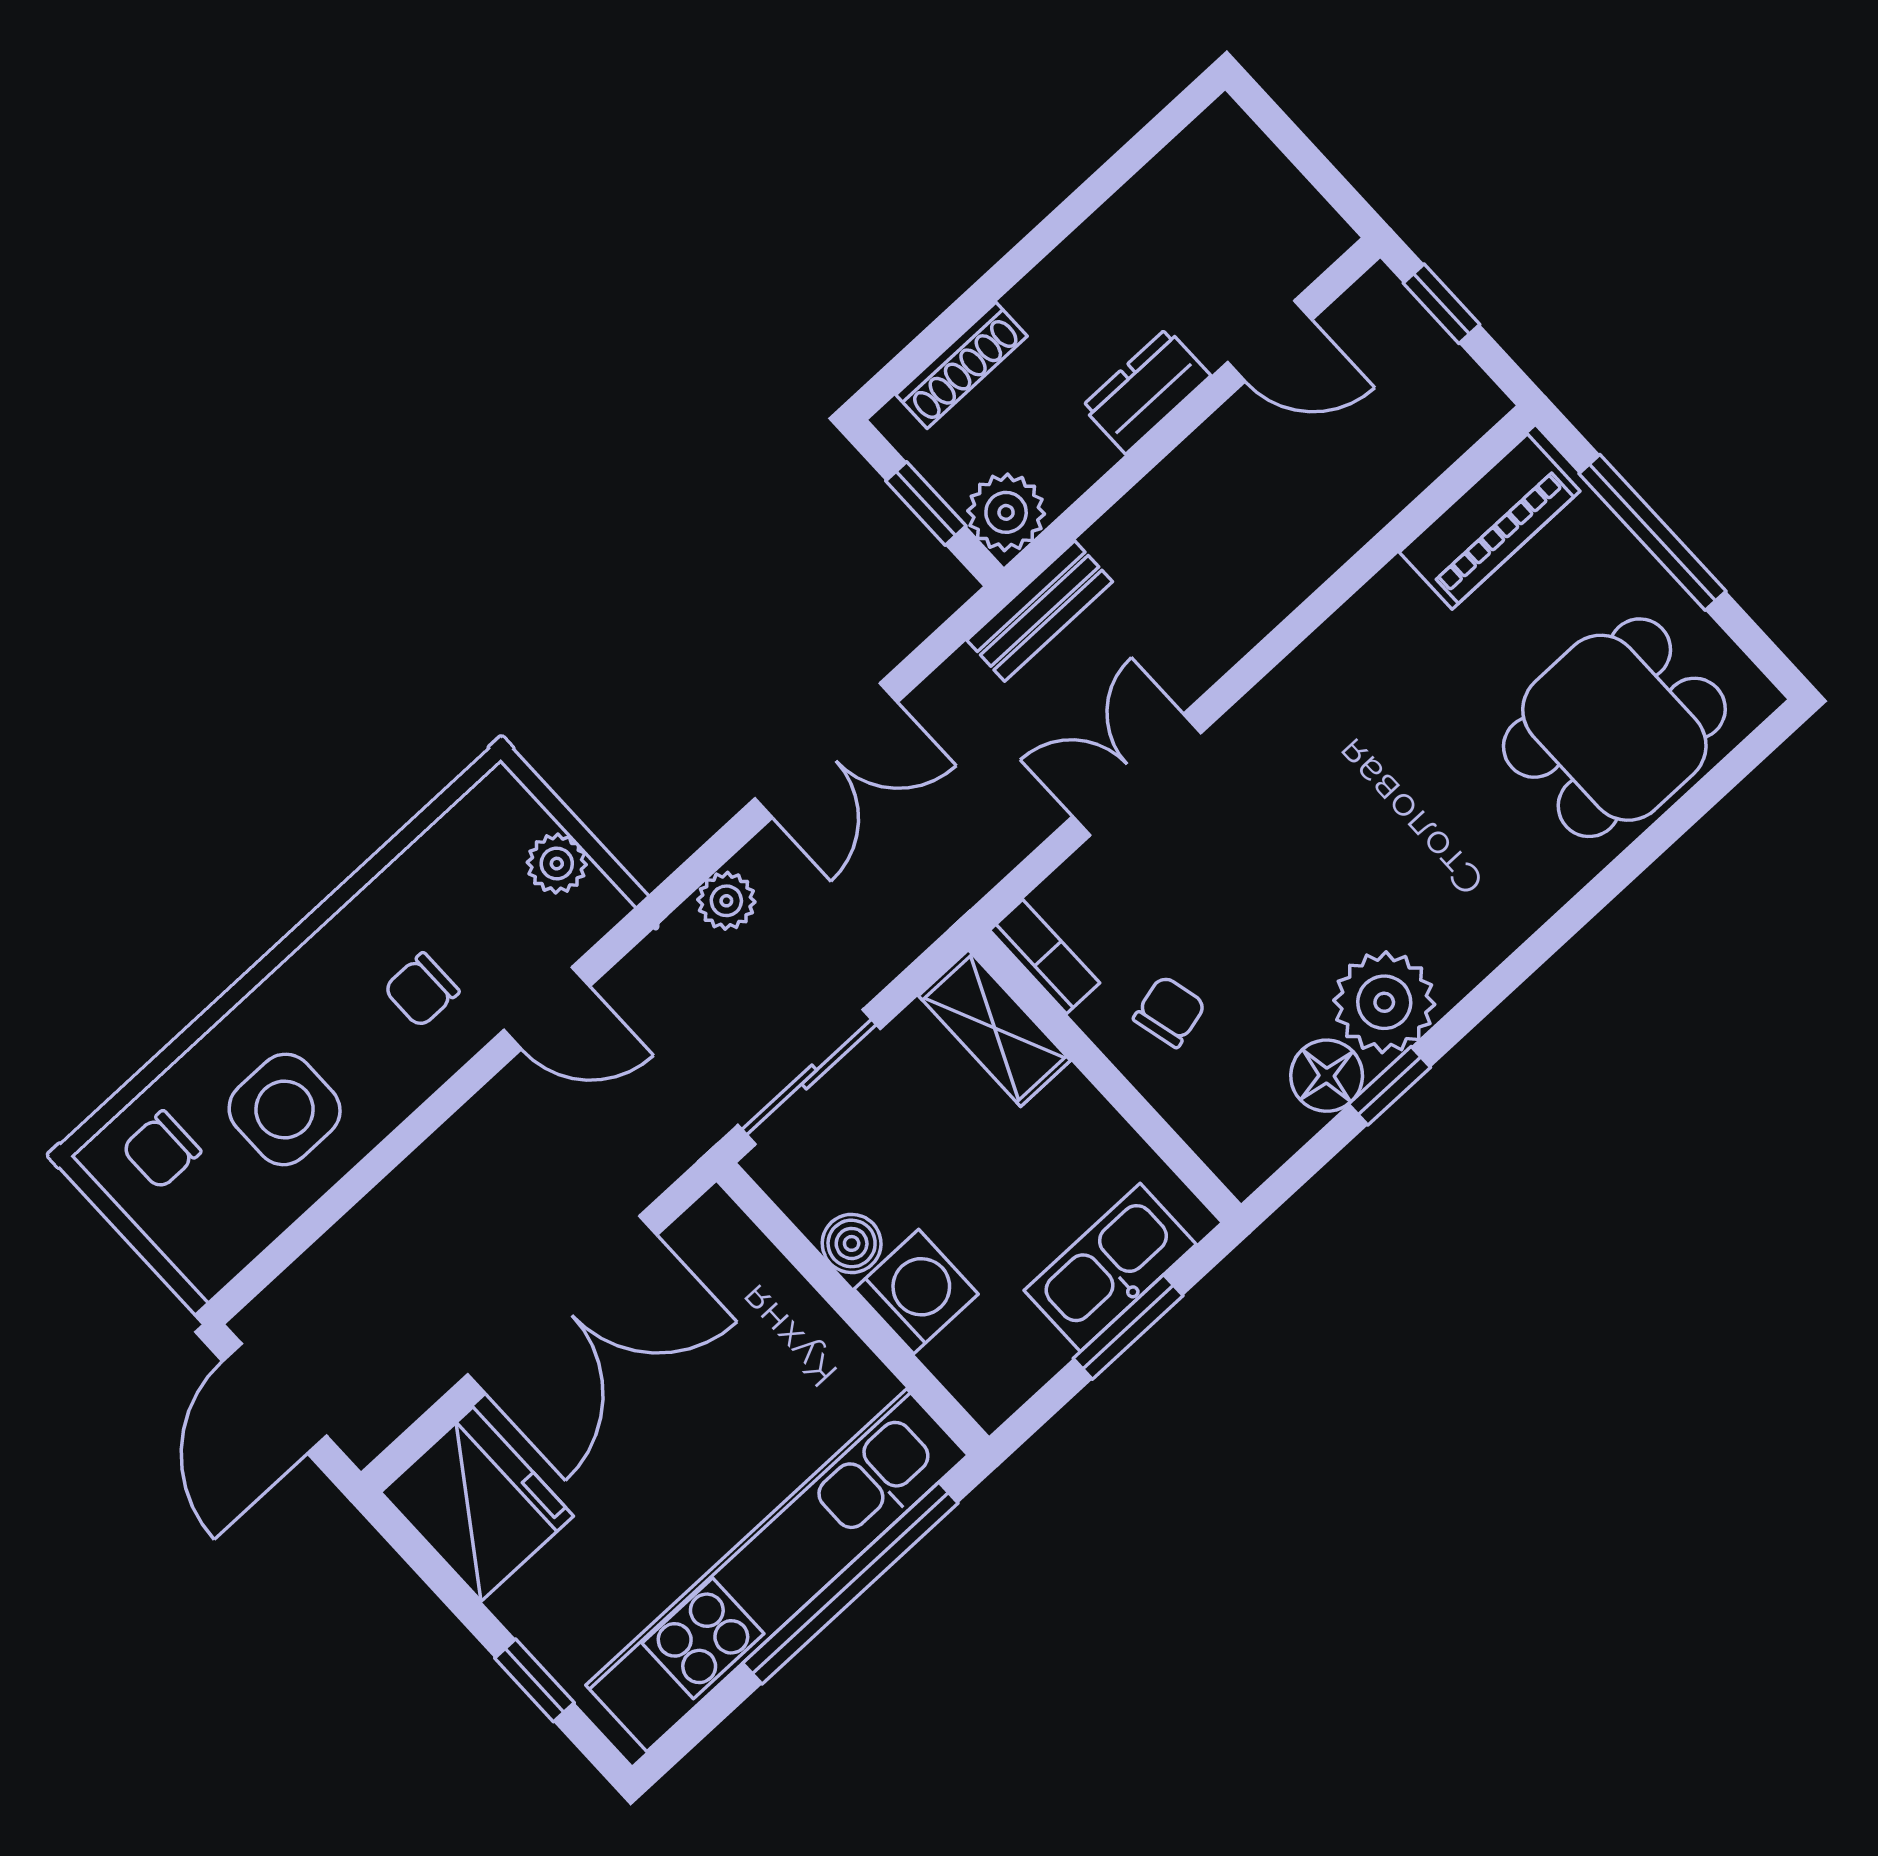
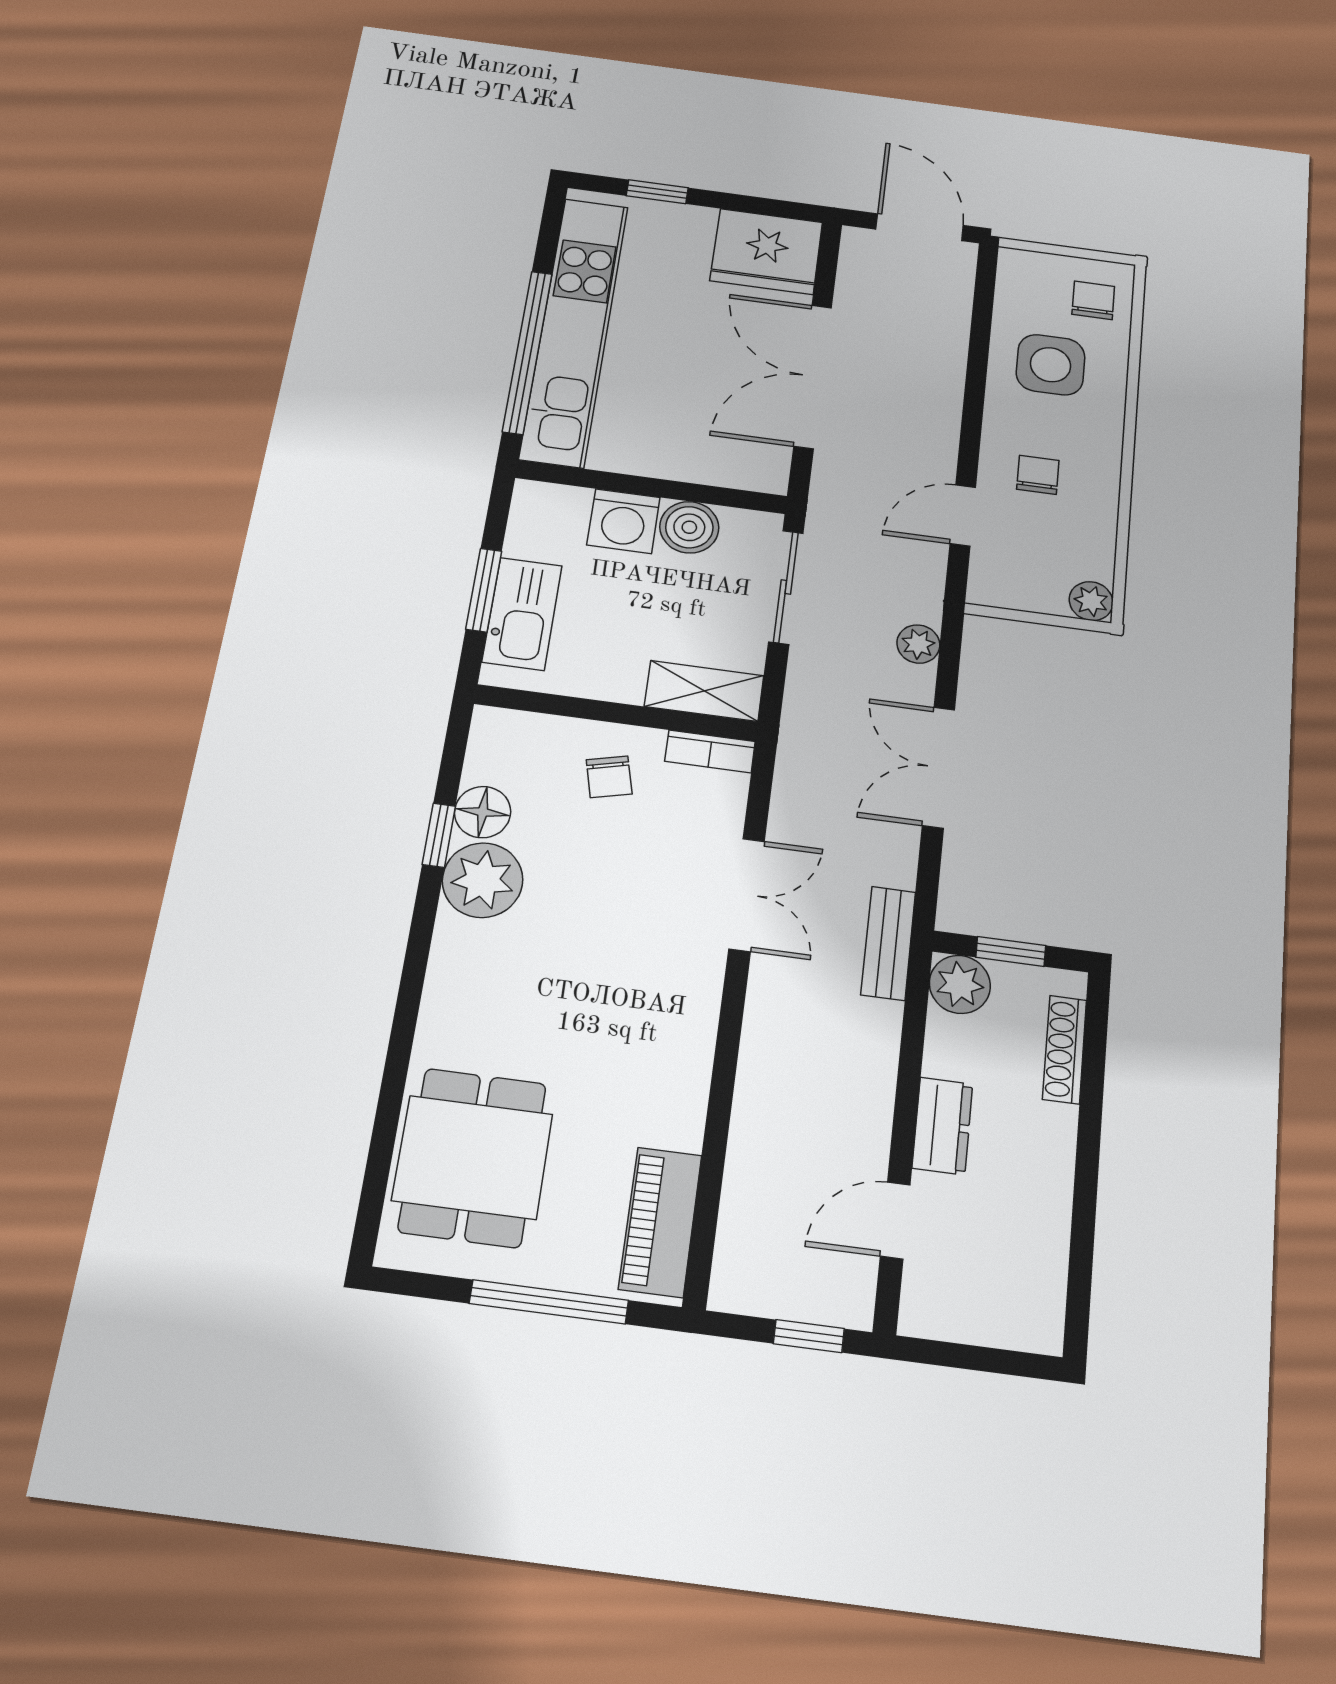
plant: (557, 864) -> (1091, 601), moved
boiler: (852, 1243) -> (689, 527), width x1.36, depth x1.36

